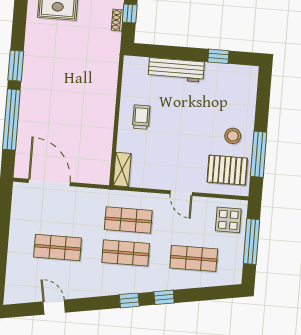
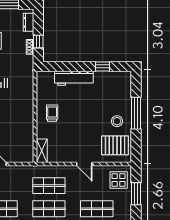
window: (259, 154) -> (136, 113), moved
window: (251, 242) -> (136, 194), width x0.69

